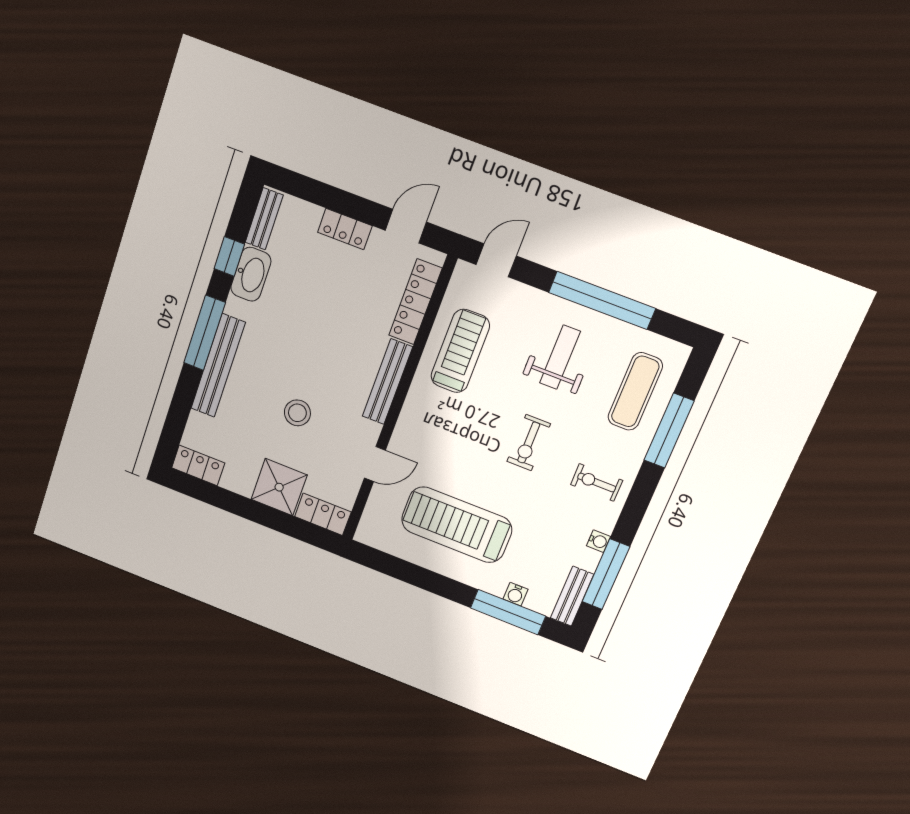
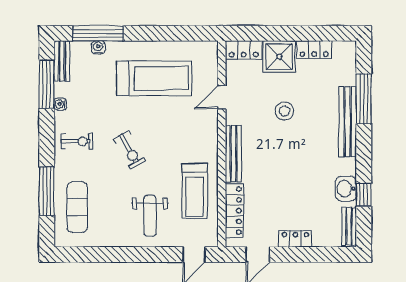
washbasin: (251, 274) -> (346, 189), width x0.72
window: (602, 300) -> (120, 255), removed
window: (205, 333) -> (364, 99), moved
weight bench: (560, 357) -> (150, 216), moved
exercise bike: (529, 443) -> (129, 150), turned 150
locker: (198, 465) -> (314, 50), moved

